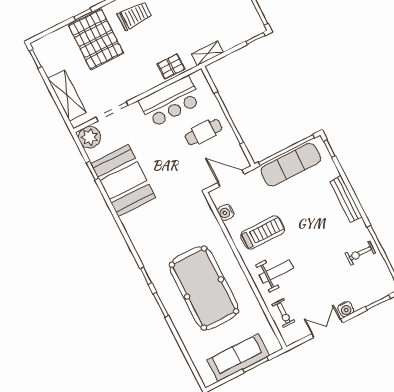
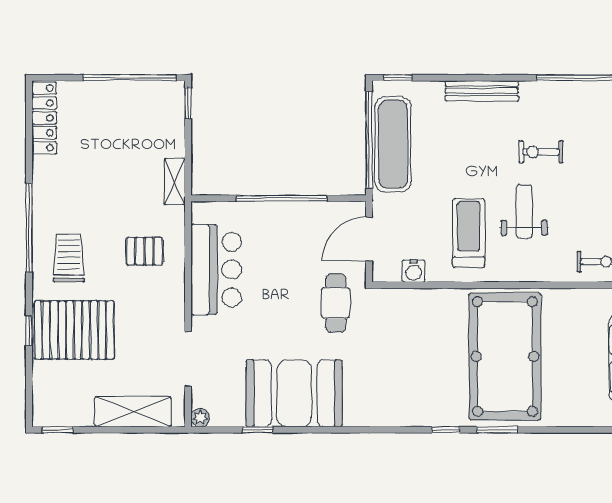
pallet: (171, 66) -> (144, 251), moved, turned 90
cafe table: (204, 132) -> (336, 303), moved
plant: (90, 137) -> (200, 418), width x0.53, depth x0.53
exercise bike: (360, 253) -> (541, 152), moved, turned 90
weight bench: (276, 272) -> (524, 212), moved
pool table: (204, 288) -> (505, 356), turned 90

